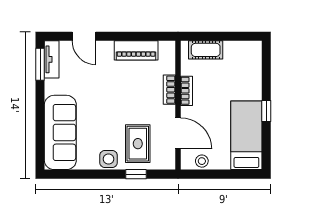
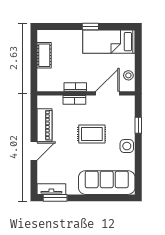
door: (84, 36) -> (34, 151), moved
cot: (206, 50) -> (44, 55), moved
rug: (138, 144) -> (92, 134), moved

